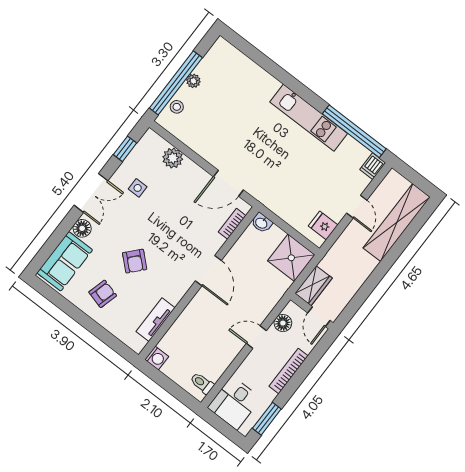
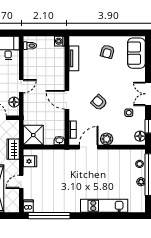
kitchen unit: (309, 118) -> (104, 206), moved
plant: (173, 158) -> (107, 139), moved
door: (357, 207) -> (21, 182), hinge flipped
floor lamp: (82, 228) -> (140, 136), moved
armchair: (135, 261) -> (99, 102), moved
wardrobe: (314, 286) -> (13, 149), moved

